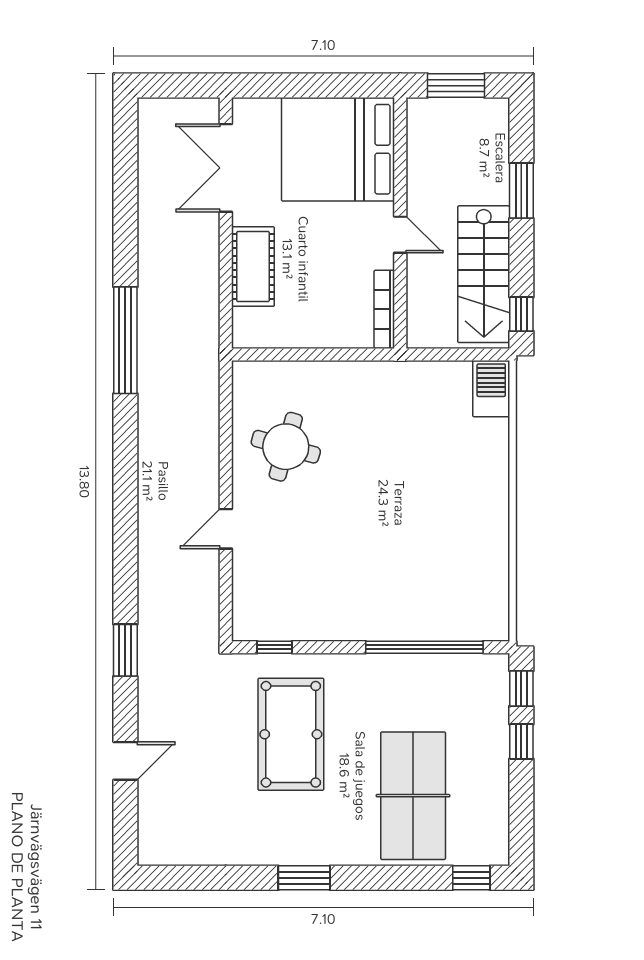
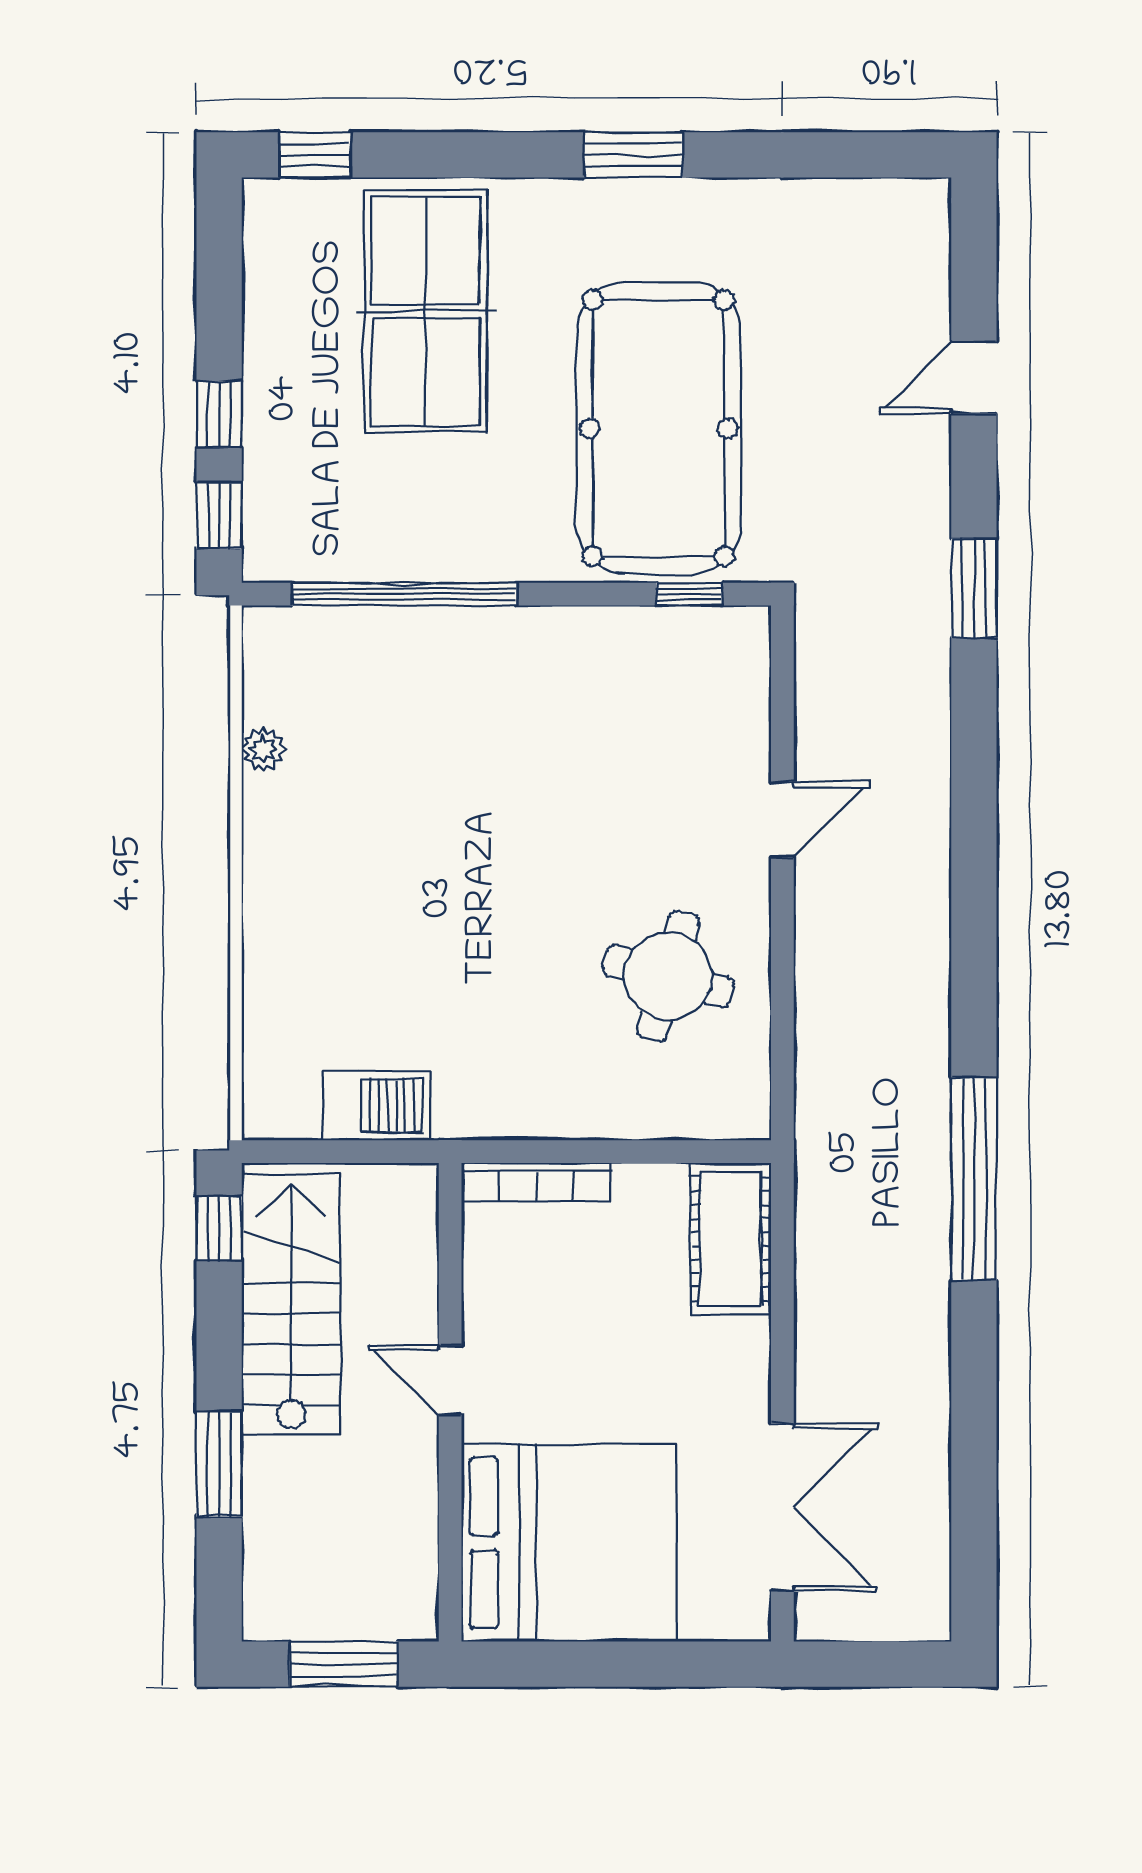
cot: (253, 267) -> (731, 1239), moved
bookcase: (384, 309) -> (536, 1182), moved, turned 90
barbecue: (491, 389) -> (376, 1105), moved, turned -90
plant: (498, 566) -> (263, 749), added
pool table: (291, 734) -> (658, 428), width x1.36, depth x1.32

